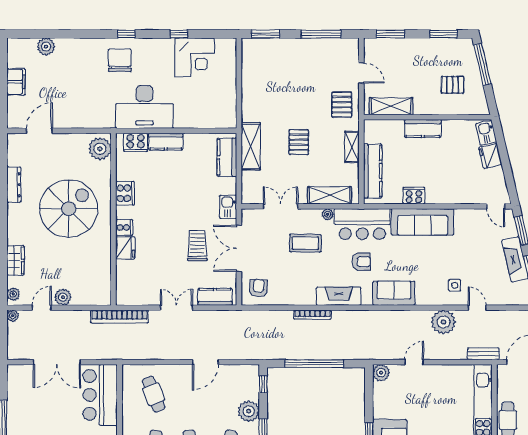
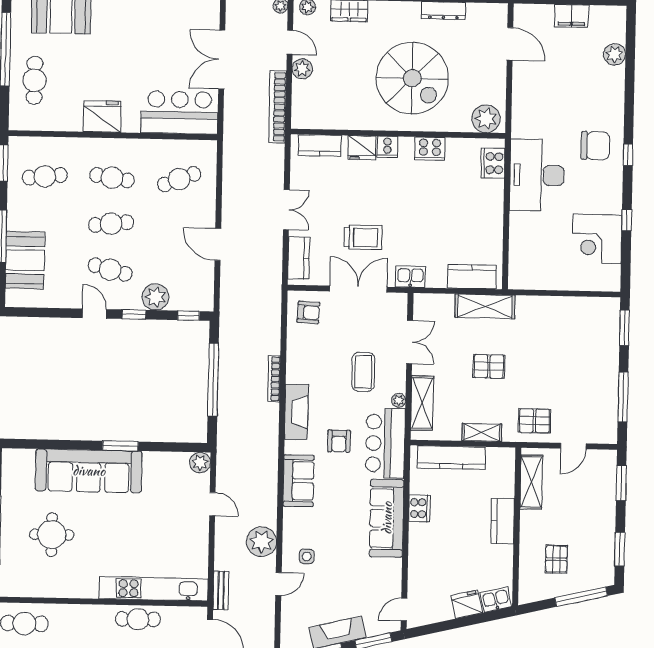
kitchen counter: (166, 142) -> (320, 145), moved, turned -90
bookcase: (119, 316) -> (277, 107), moved

